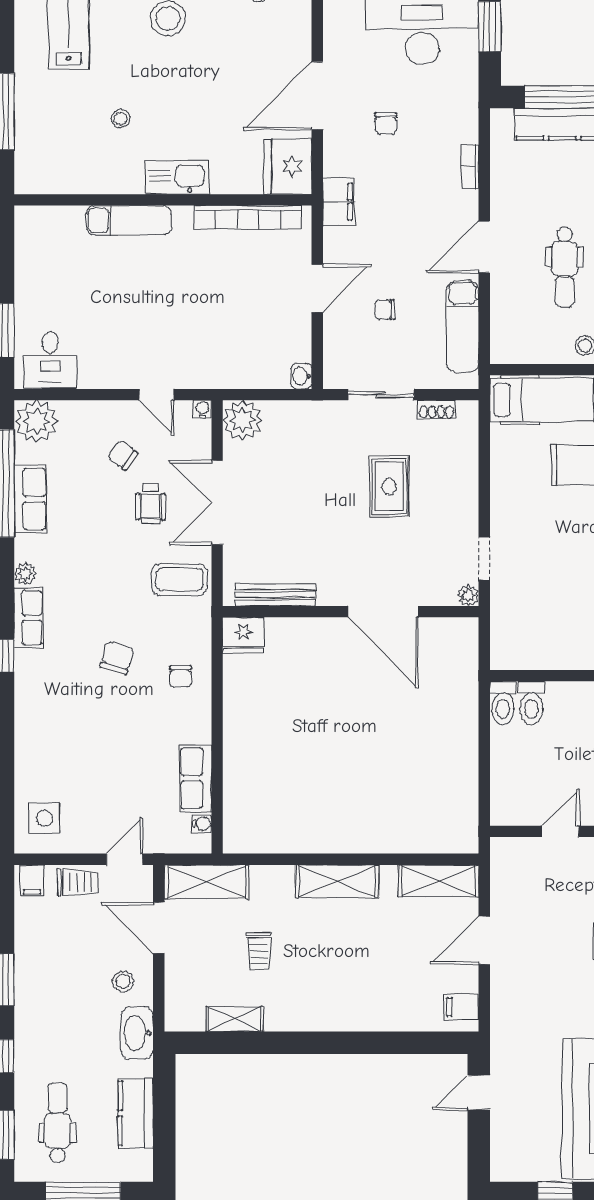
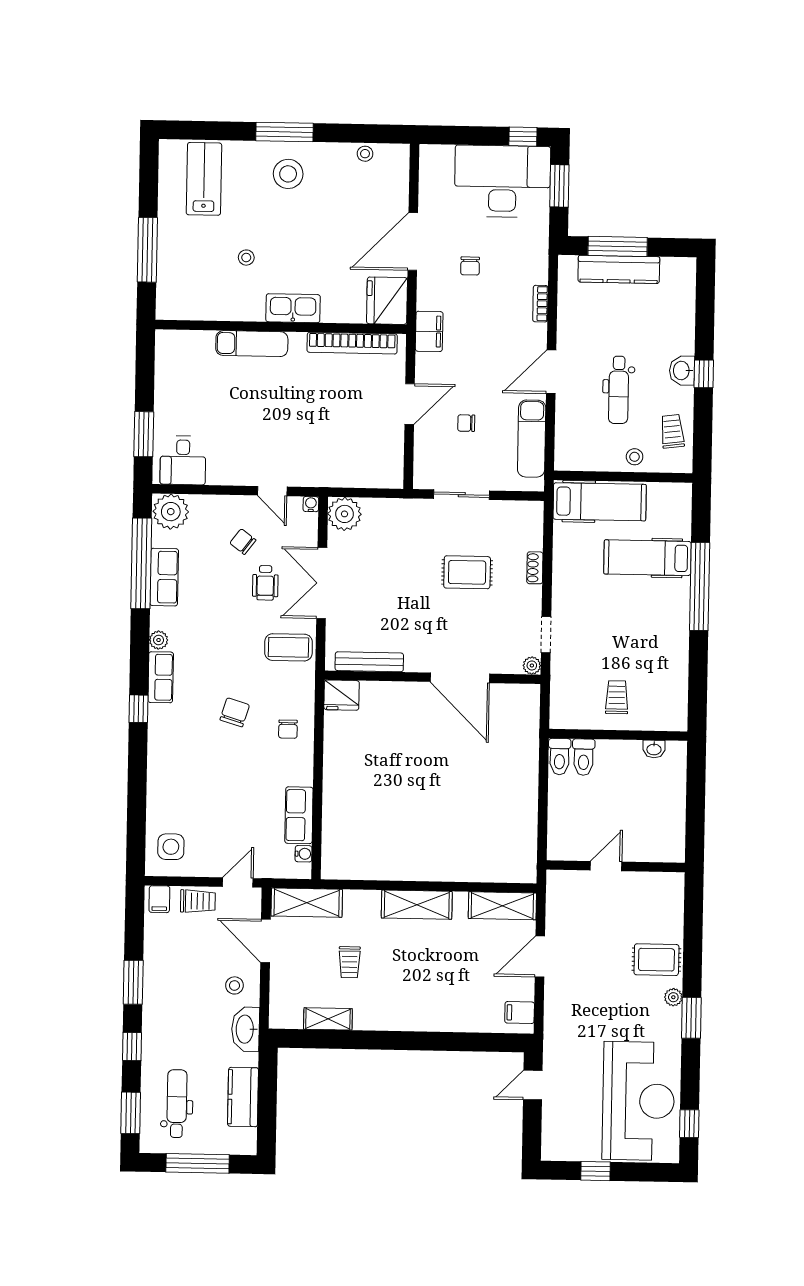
washbasin: (301, 376) -> (395, 478), removed
shoe rack: (437, 409) -> (535, 568), moved, turned 90
rug: (389, 486) -> (467, 572), turned 90
trolley: (569, 631) -> (617, 697), added

